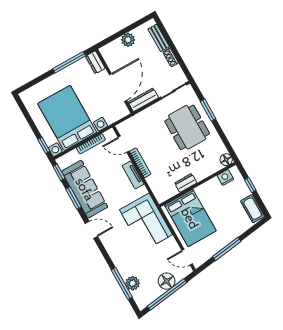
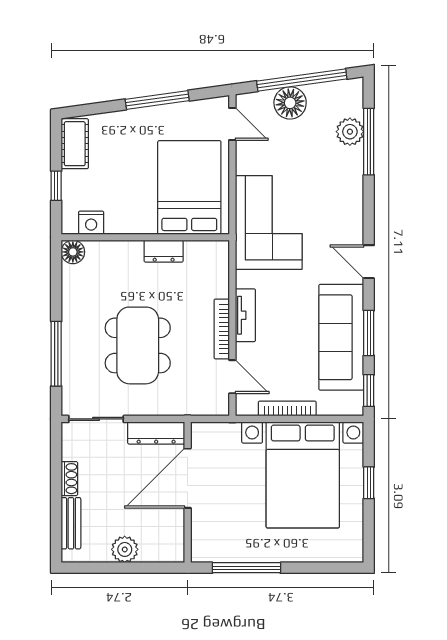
dresser: (95, 62) -> (202, 543), removed
window: (208, 110) -> (56, 354), width x1.44
dining table: (187, 127) -> (138, 345), moved
window: (44, 145) -> (369, 483), moved

